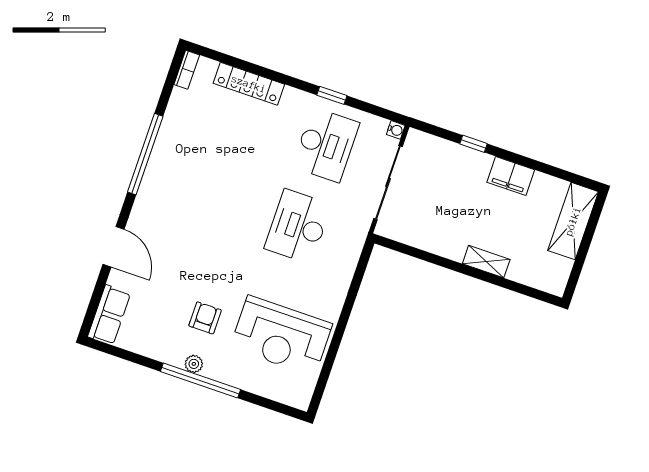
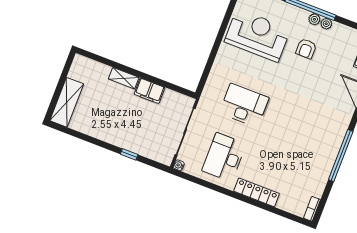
locker: (249, 84) -> (257, 192), moved
window: (332, 95) -> (219, 189), removed
filing cabinet: (511, 176) -> (149, 91), moved, turned 180
desk: (298, 226) -> (244, 105), turned -90
plant: (175, 358) -> (326, 24), added

